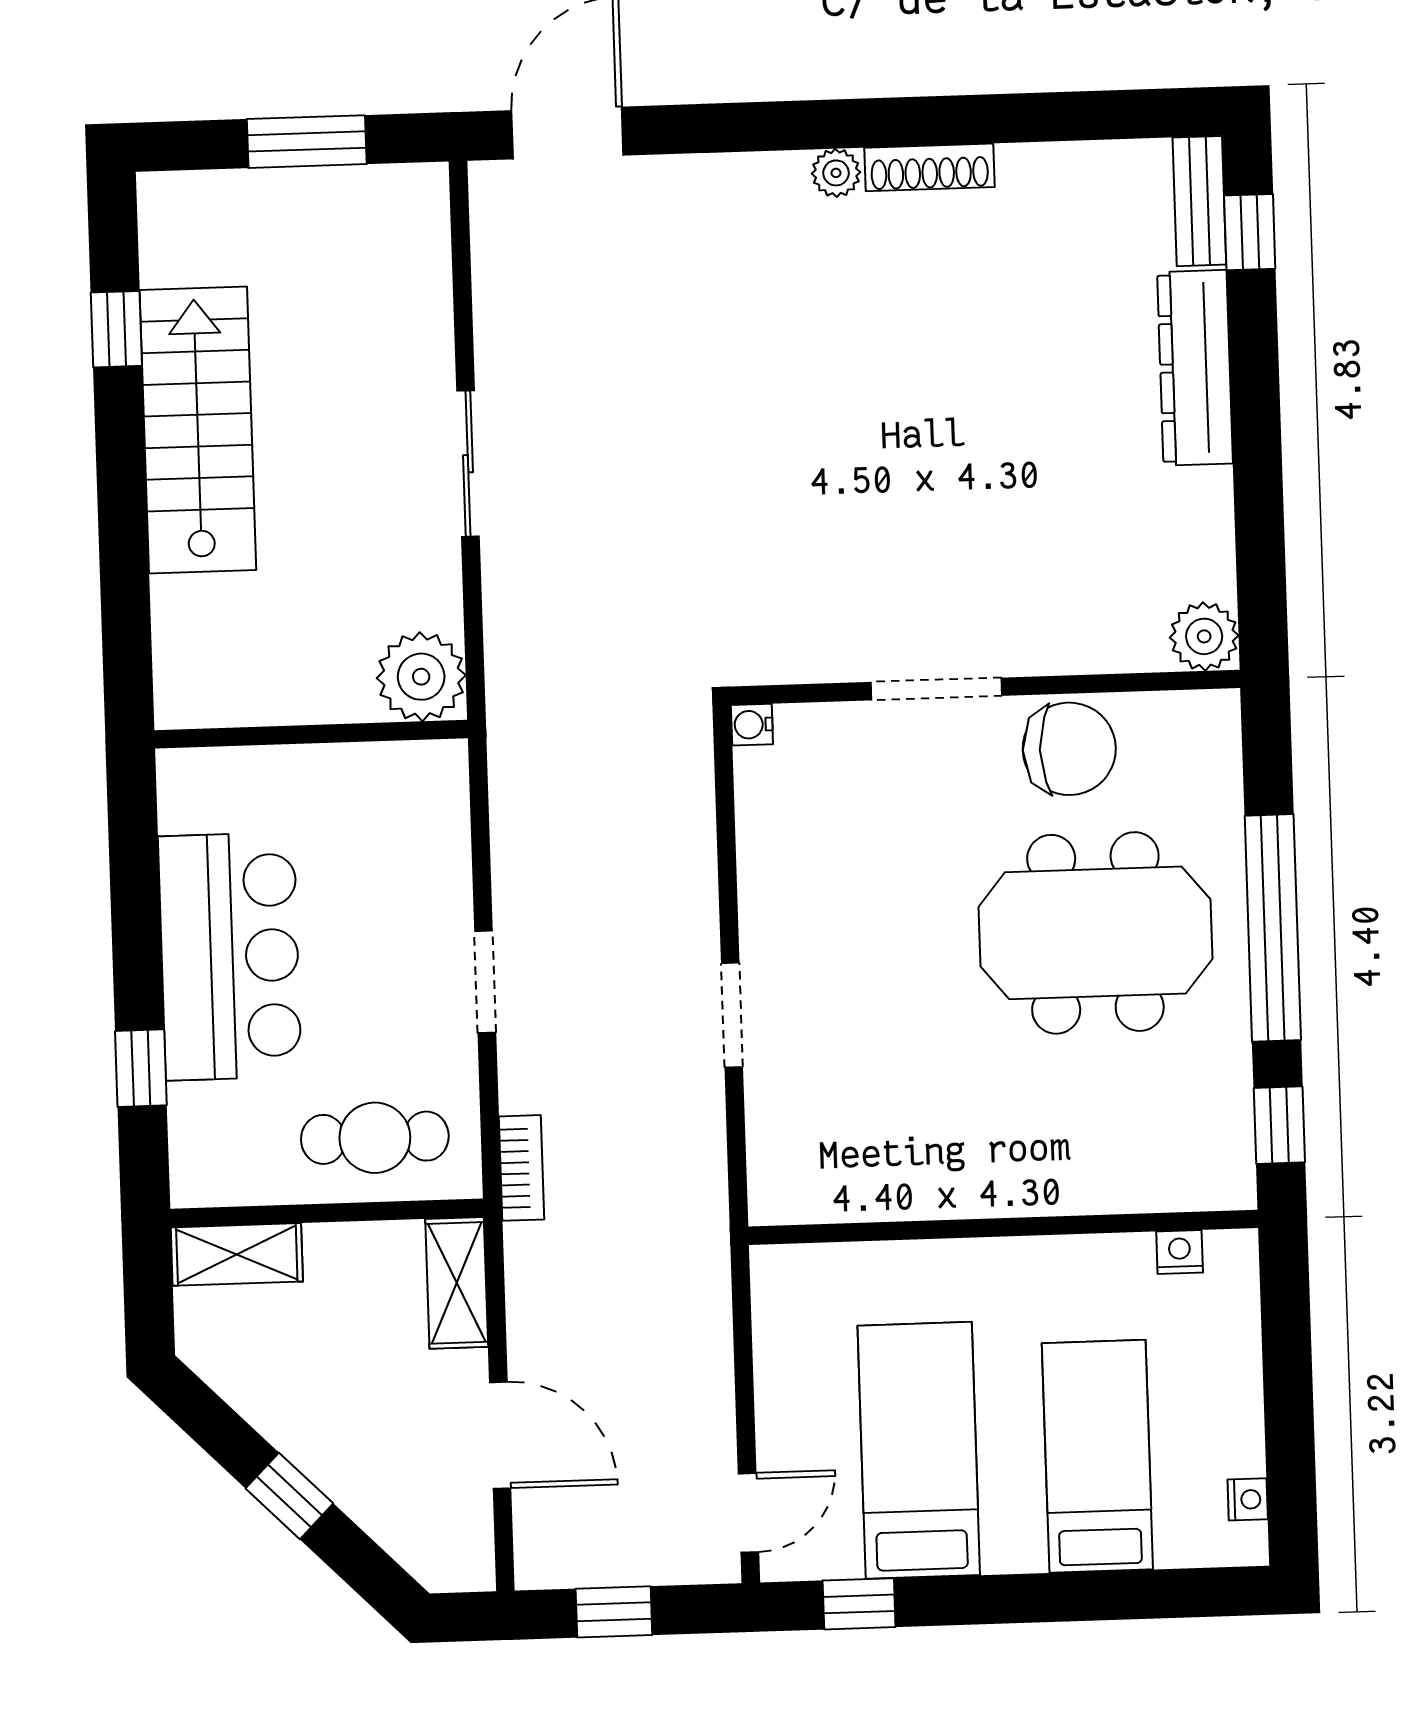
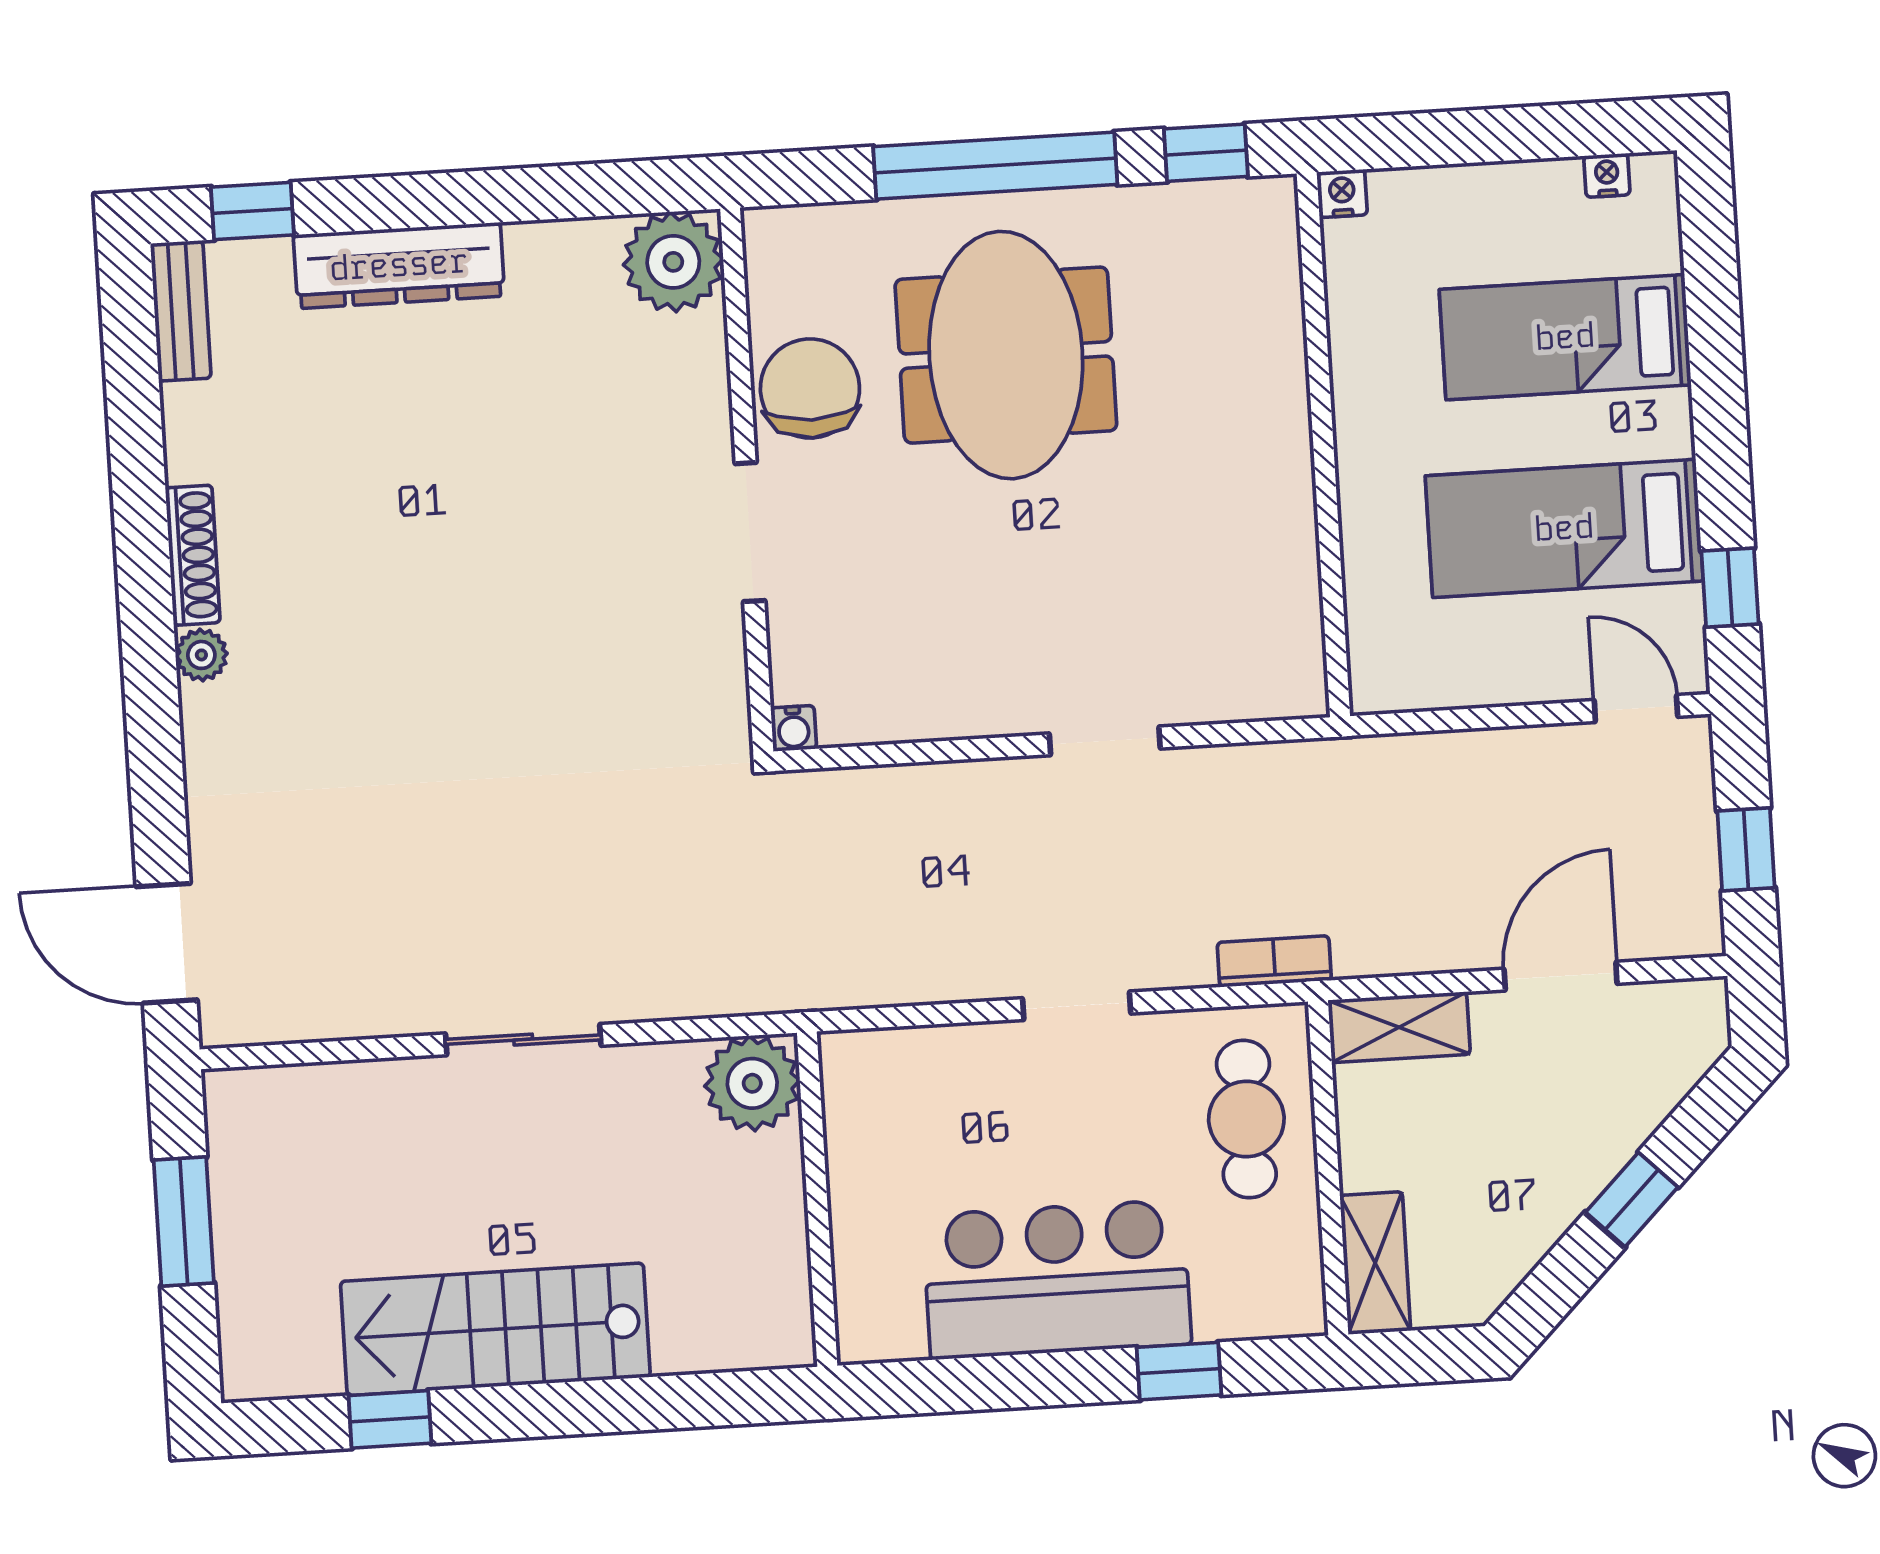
bench: (1199, 201) -> (181, 311), moved, turned 90
plant: (1204, 636) -> (673, 262), width x1.36, depth x1.36
nightstand: (1180, 1252) -> (1342, 193), moved, turned 90

